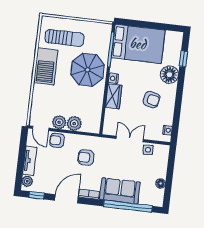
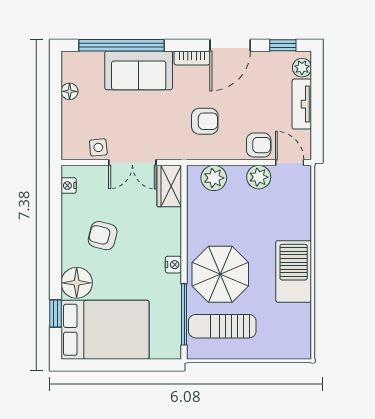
sun lounger: (65, 38) -> (222, 326), moved
bed: (138, 44) -> (105, 330), moved, turned 180
wardrobe: (114, 96) -> (169, 186), moved
plant: (74, 124) -> (214, 178), moved

